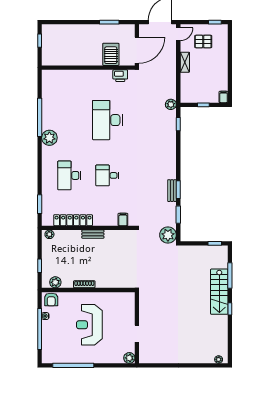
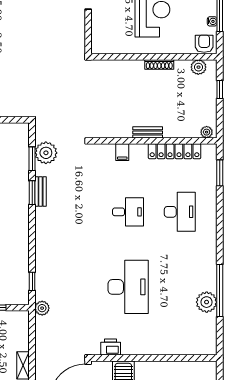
plant: (49, 138) -> (207, 302), moved
filing cabinet: (123, 219) -> (122, 152), moved
plant: (168, 235) -> (46, 153), moved

